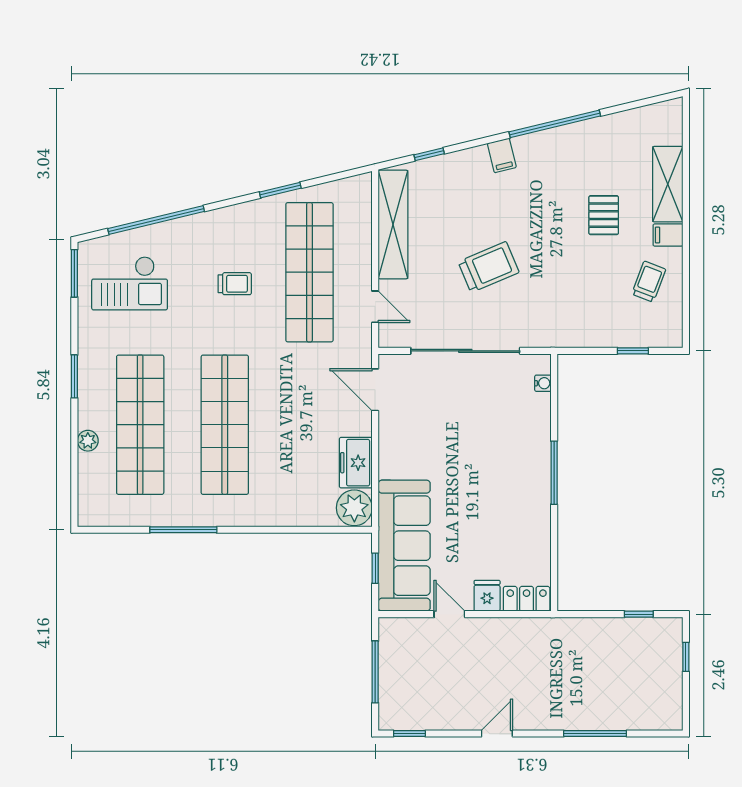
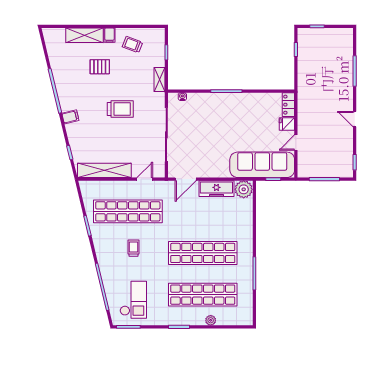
trolley: (489, 267) -> (120, 109), moved, turned 113
shelving: (578, 337) -> (160, 80), added
freezer: (356, 463) -> (216, 189), width x1.40

